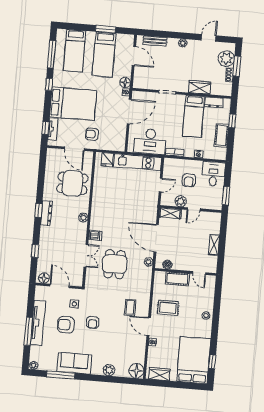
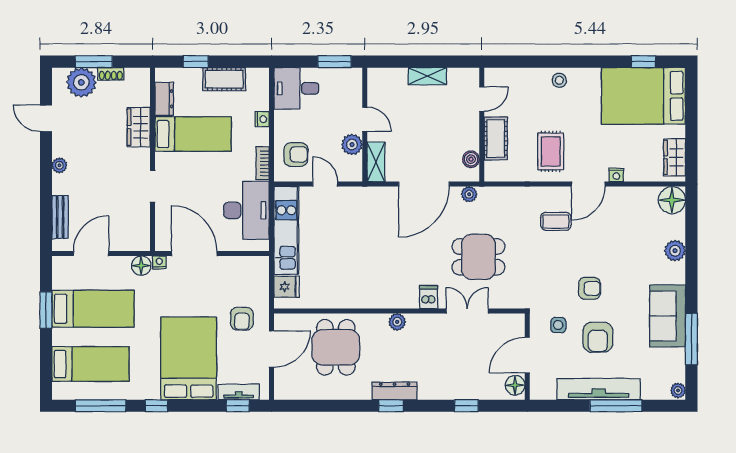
armchair: (189, 180) -> (296, 154), moved

